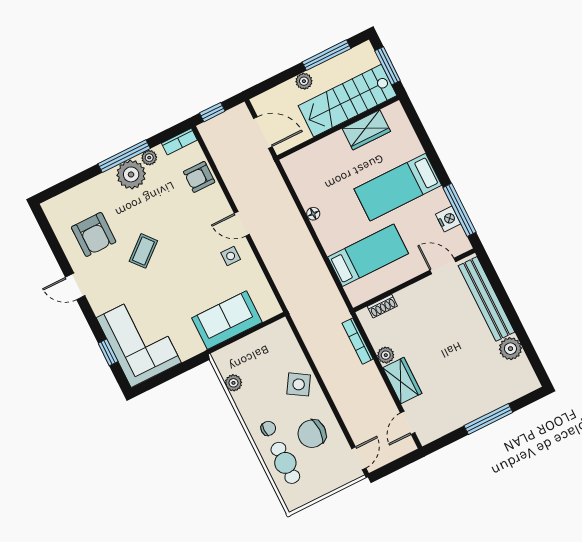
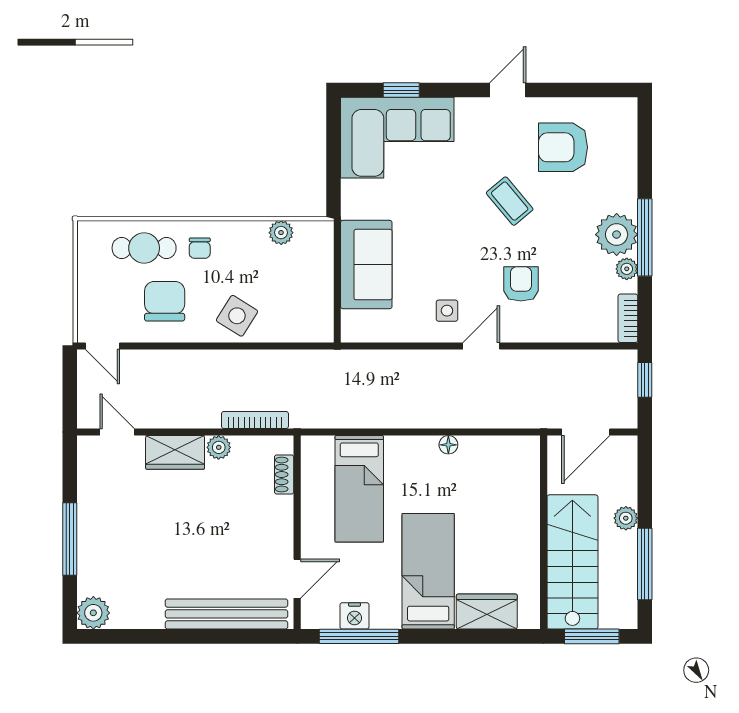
wardrobe: (366, 130) -> (487, 612), moved, turned 90
armchair: (199, 177) -> (521, 284), moved
plant: (510, 349) -> (93, 613), moved

